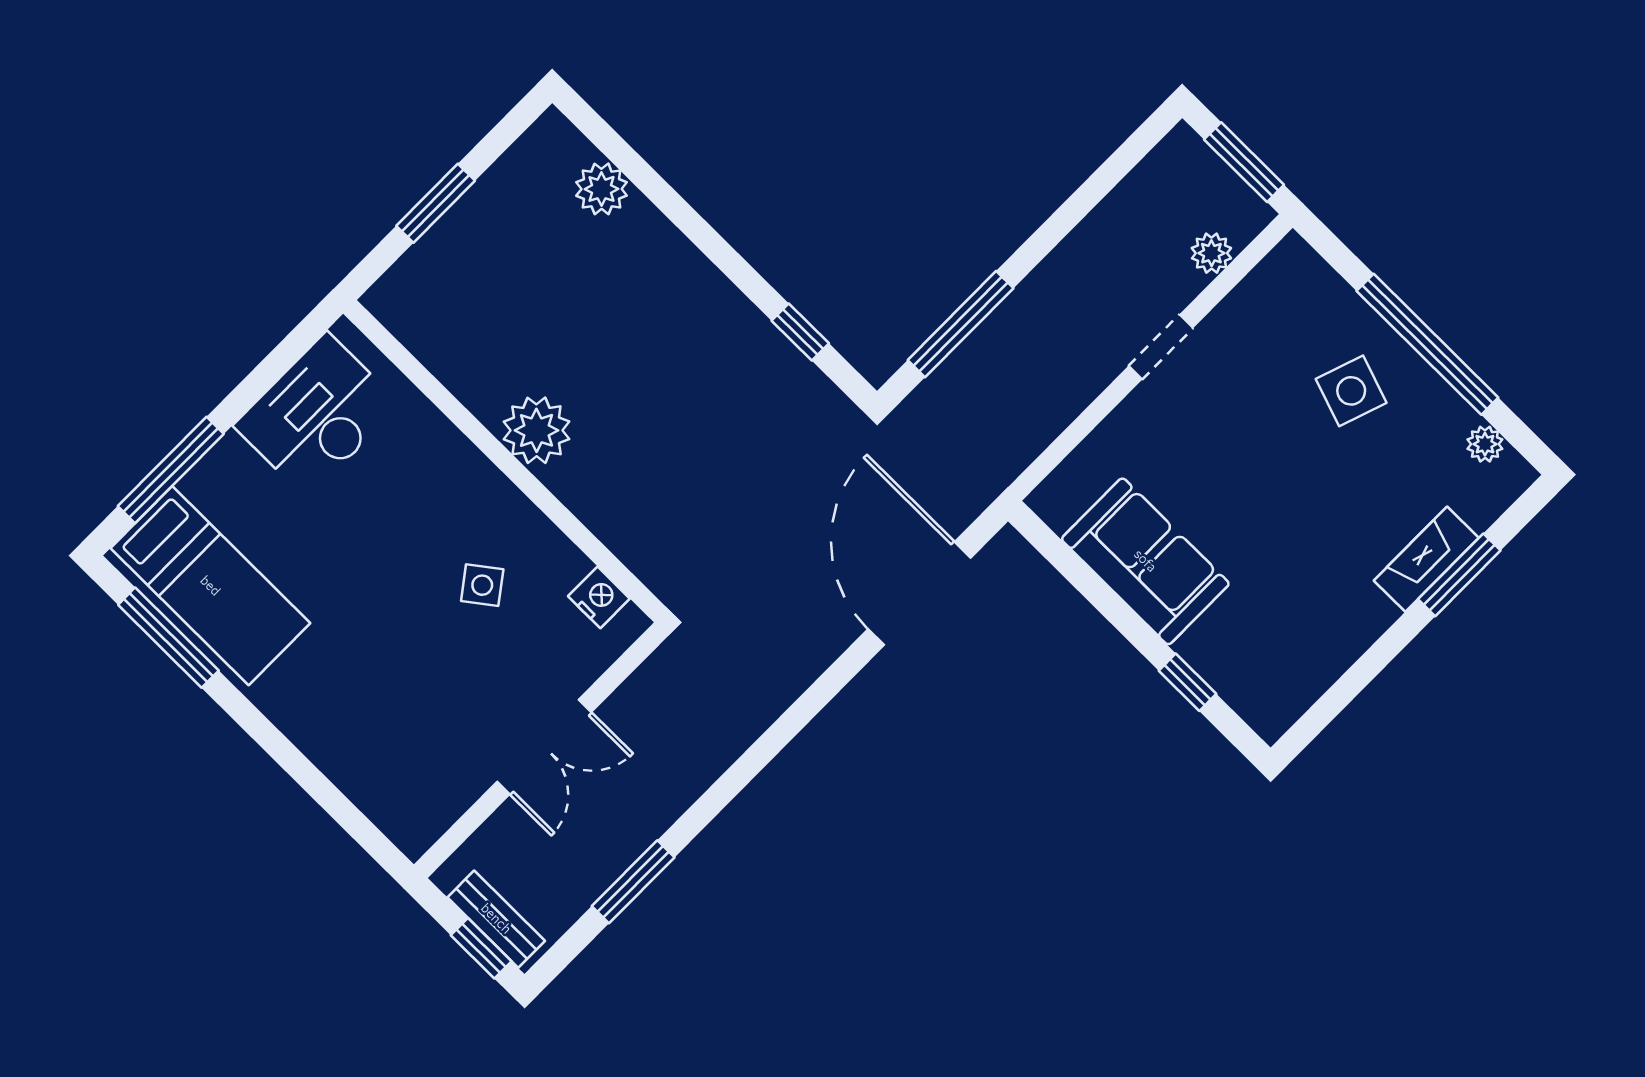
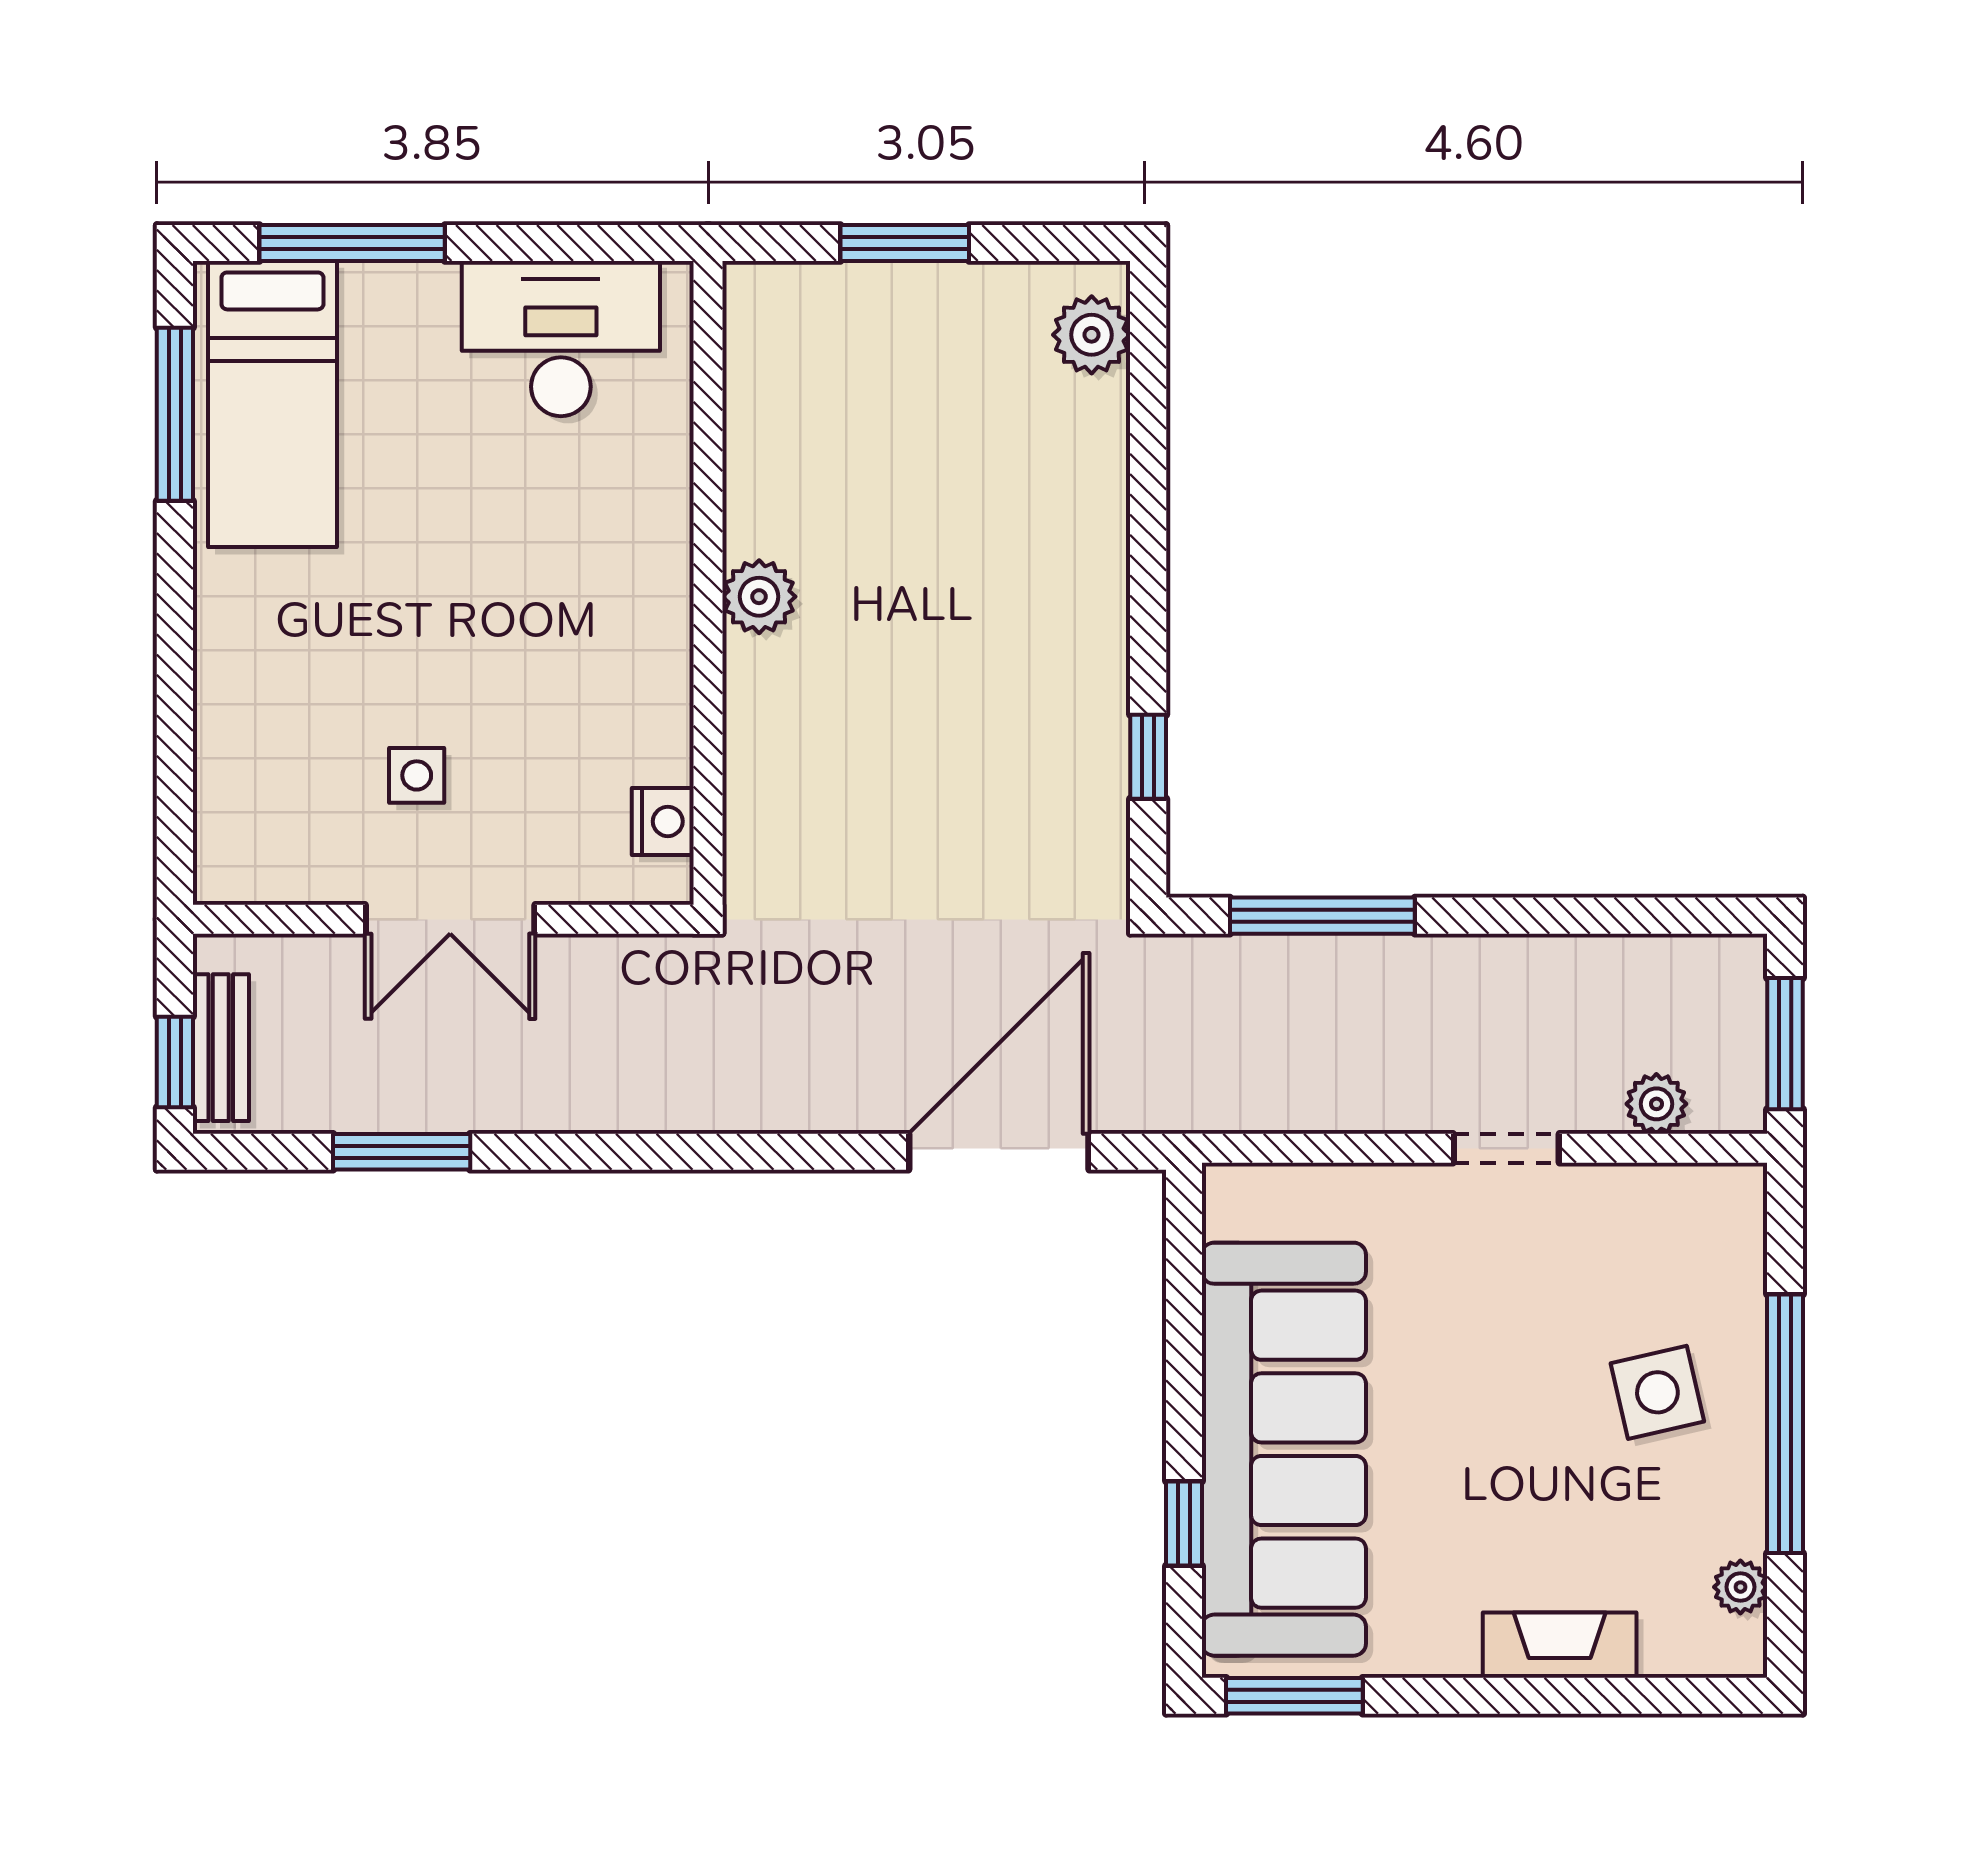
plant: (602, 189) -> (1092, 335), moved
side table: (1351, 391) -> (1657, 1392), turned -32
plant: (536, 430) -> (759, 597), width x0.73, depth x0.73
sofa: (1145, 561) -> (1284, 1449), width x1.85, depth x1.27
window: (1459, 575) -> (1294, 1696), moved
side table: (482, 585) -> (417, 775), moved, turned 37

